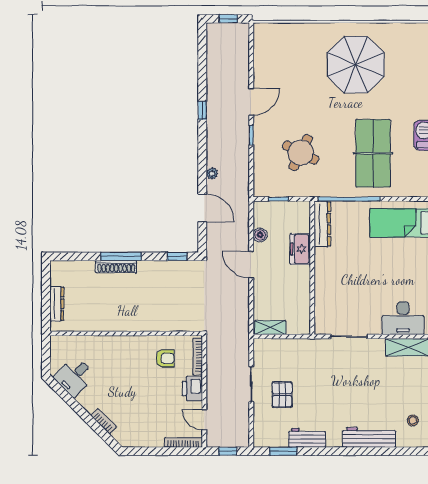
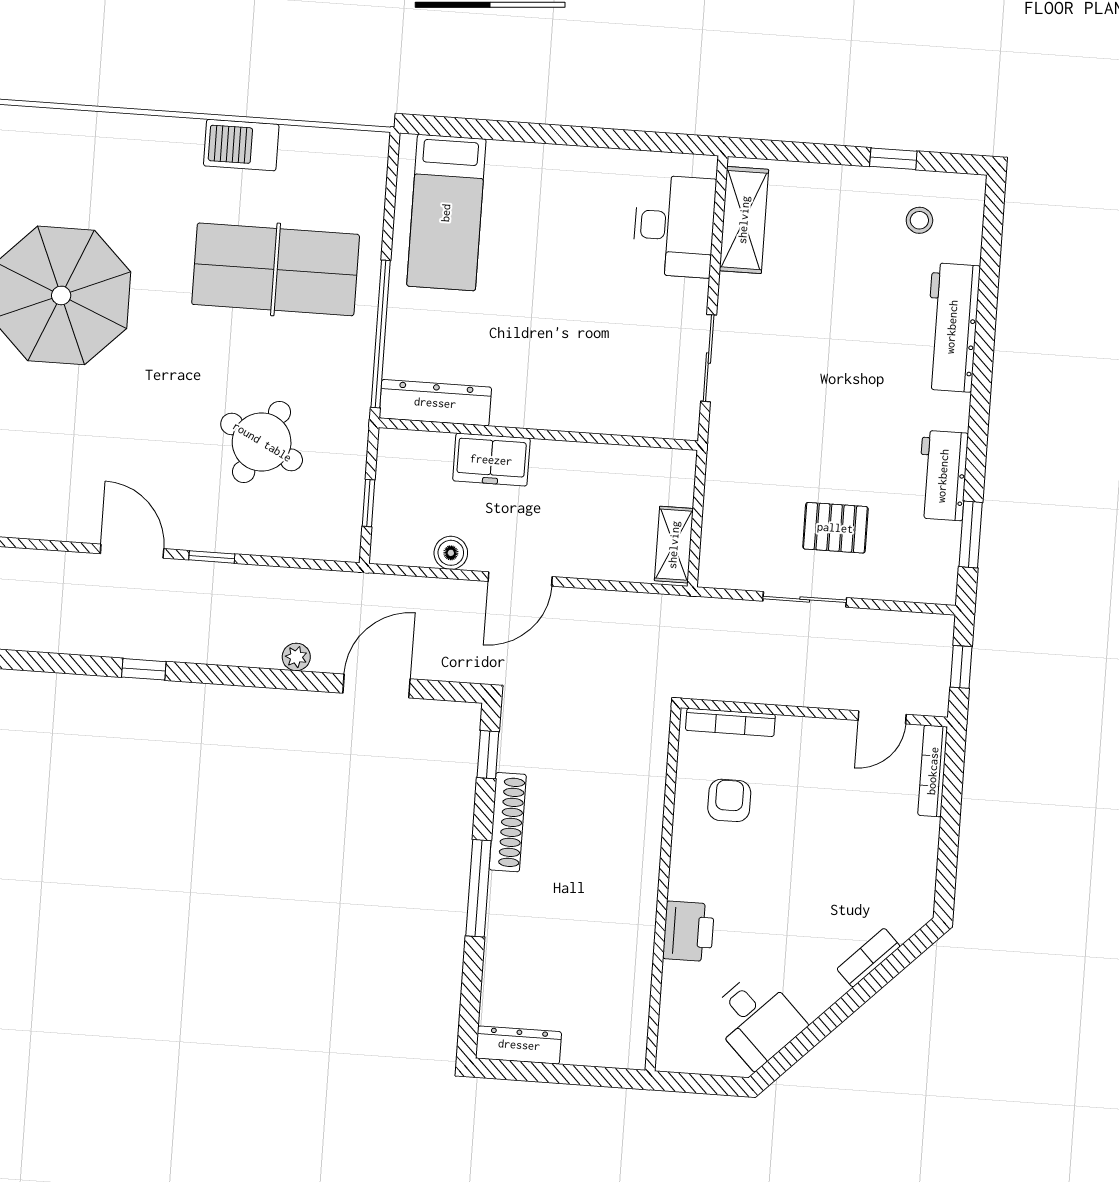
shoe rack: (116, 267) -> (508, 822), moved
dresser: (57, 304) -> (519, 1045), moved
printer: (192, 389) -> (689, 931), moved, turned -90

